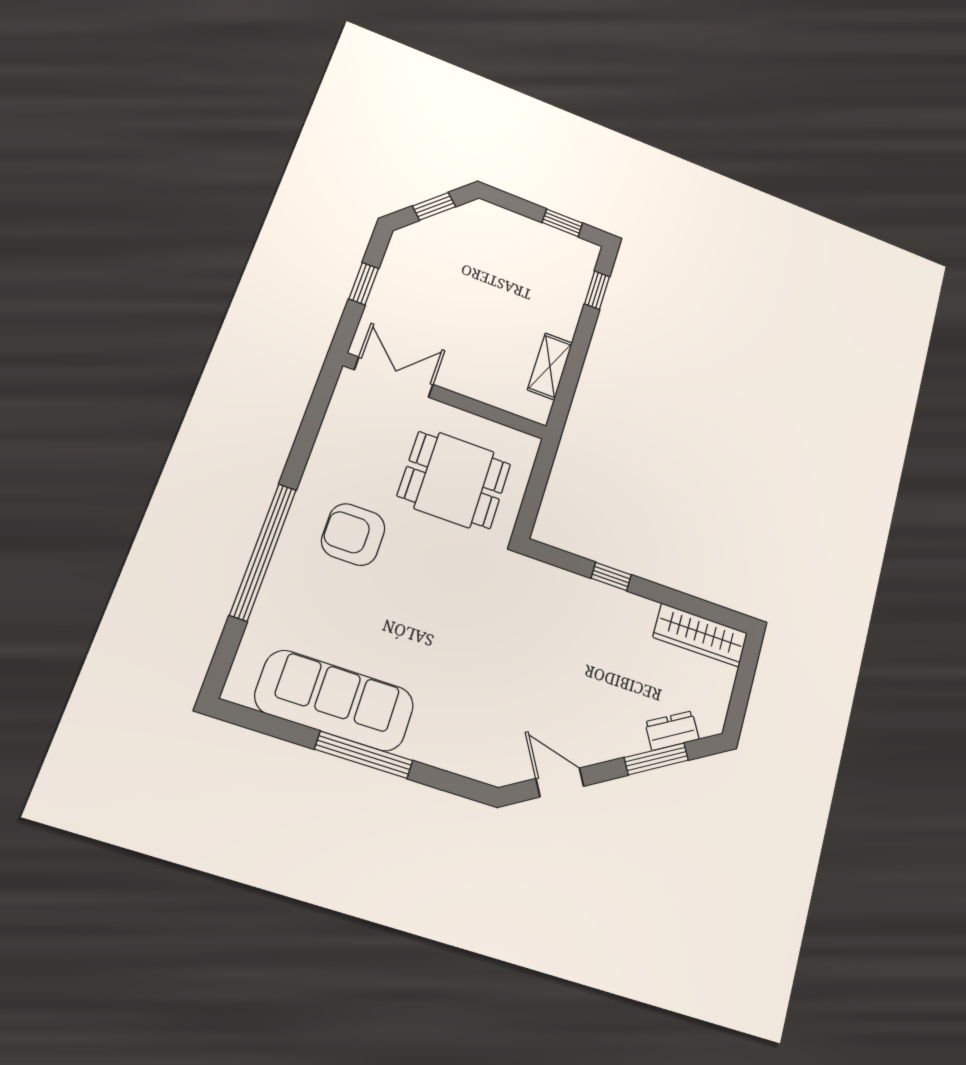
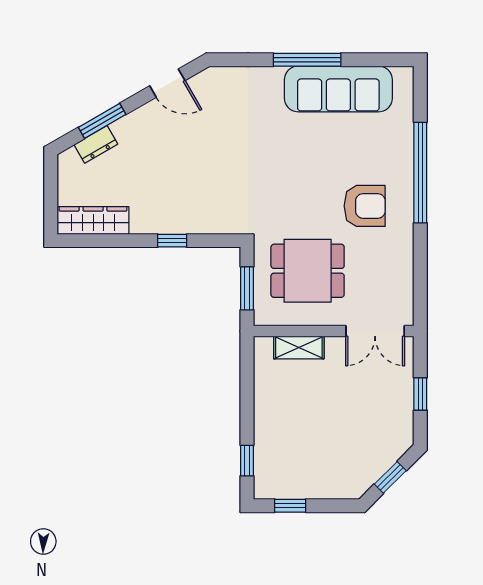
shelving: (550, 366) -> (299, 348), moved, turned 90
window: (537, 486) -> (247, 288), added

